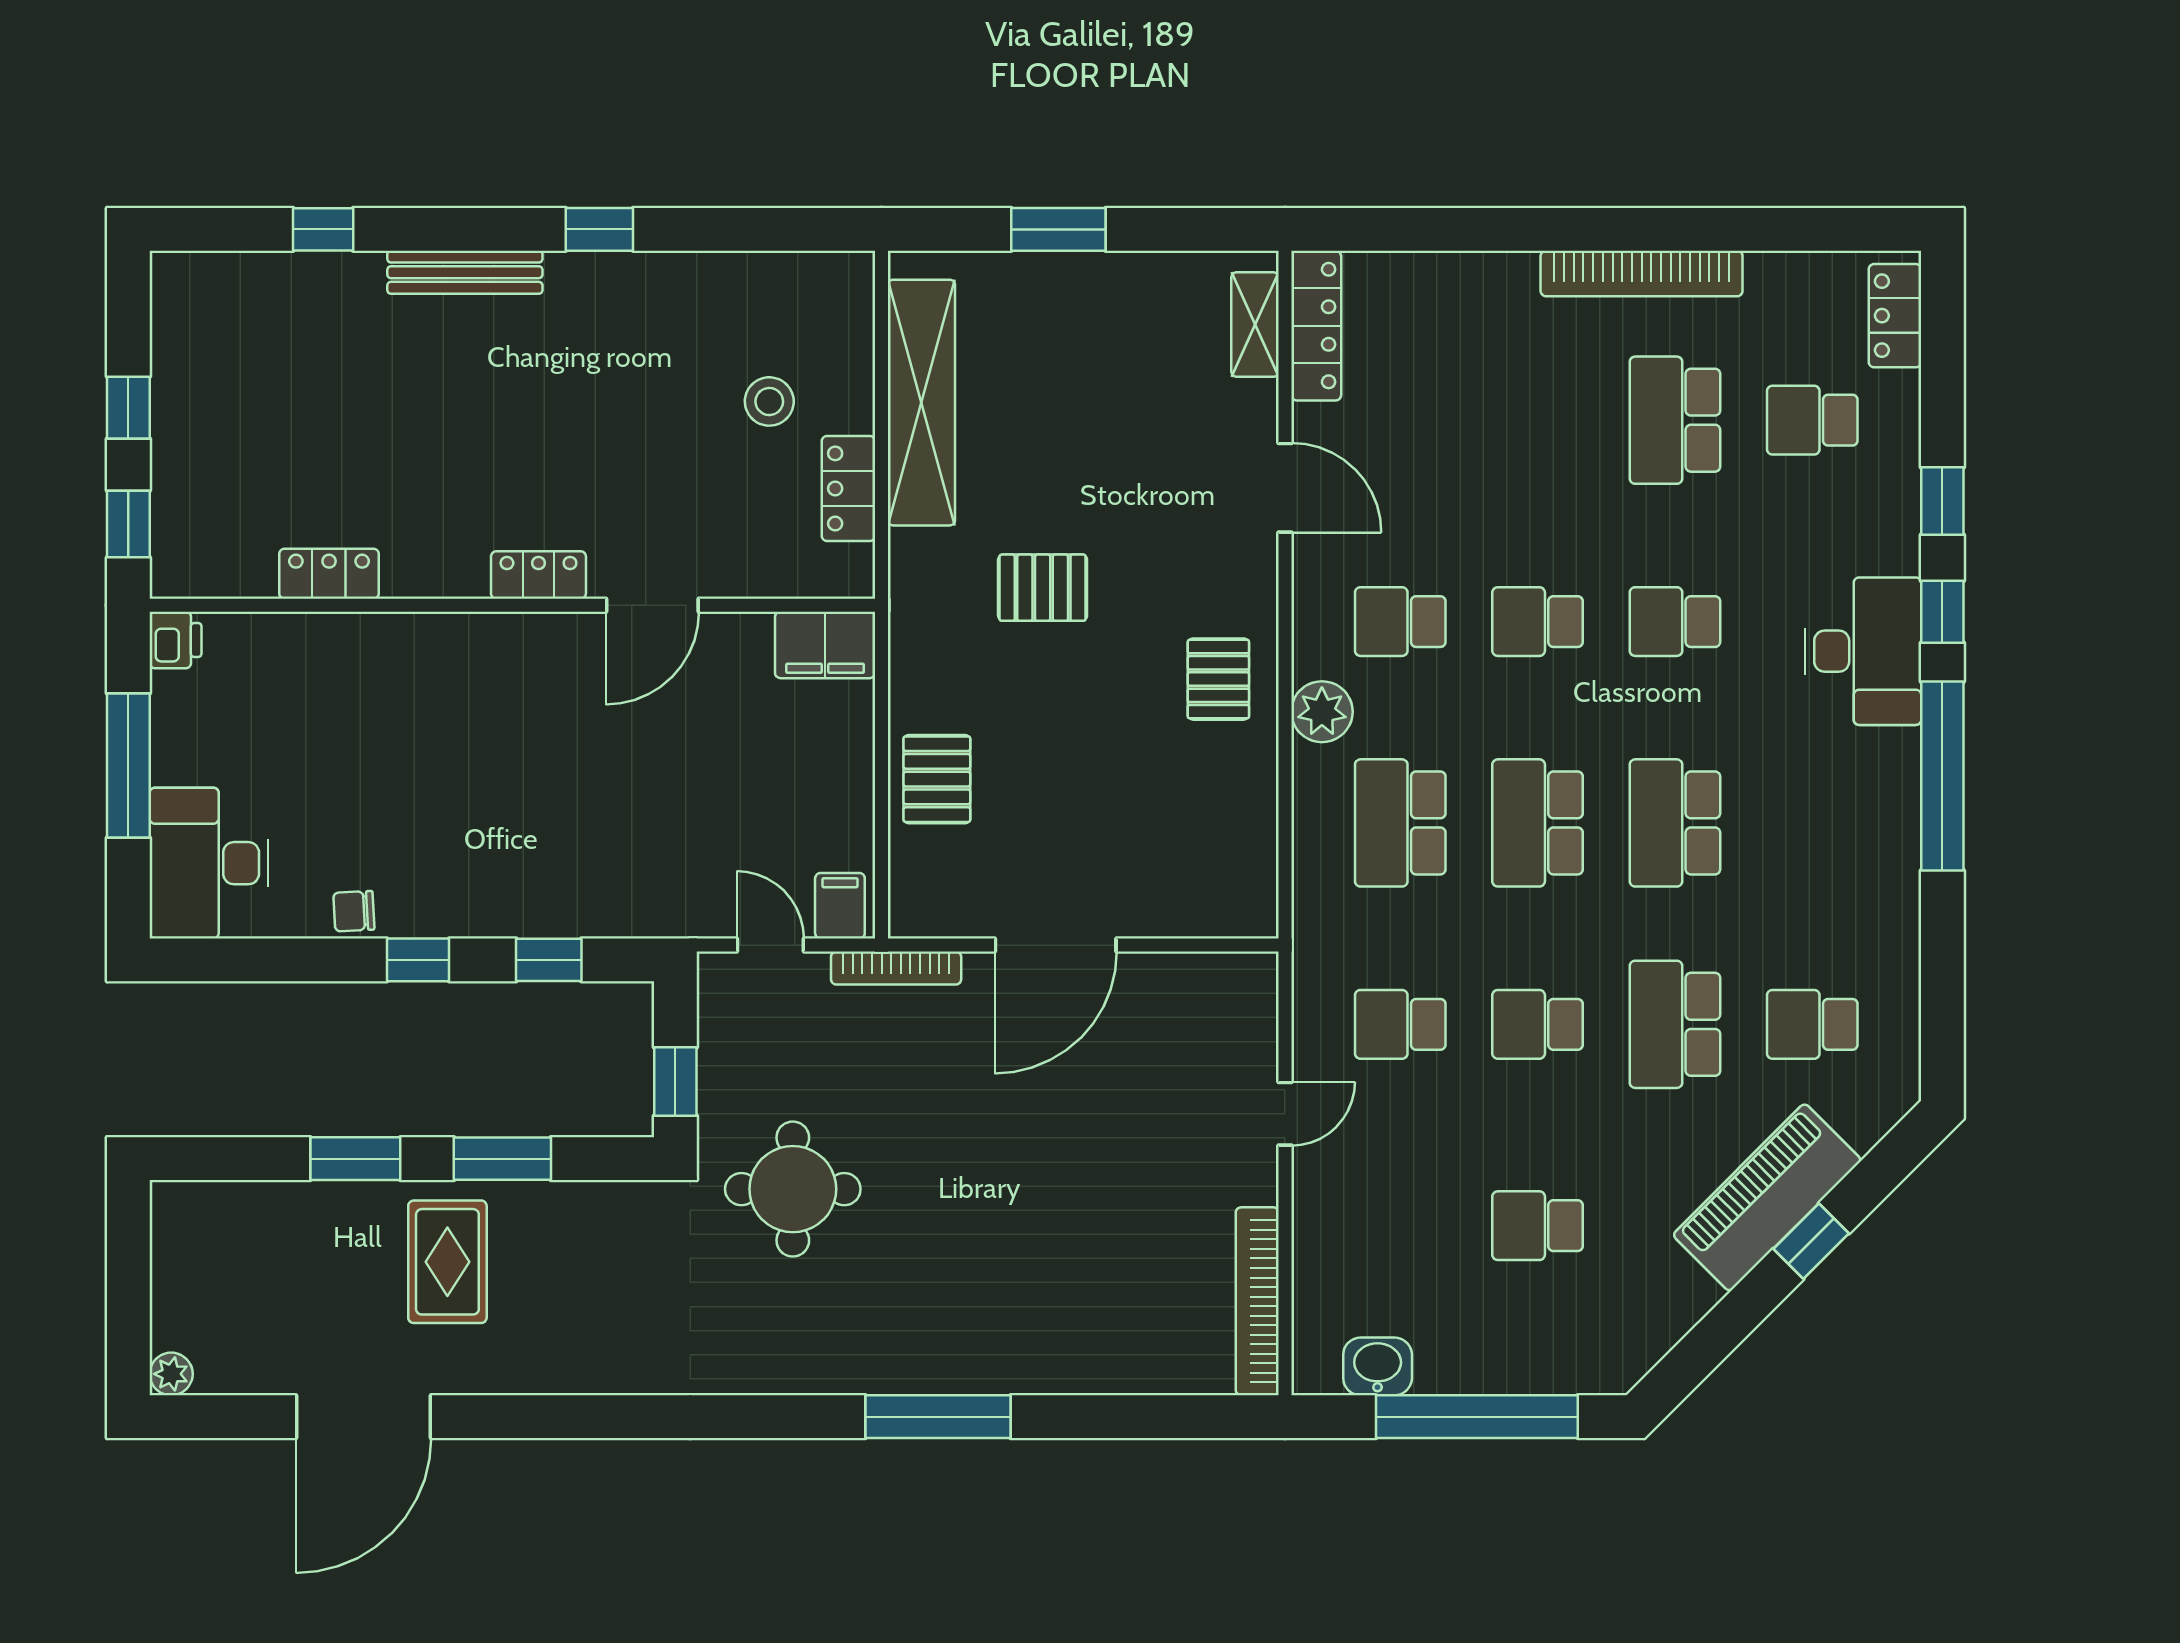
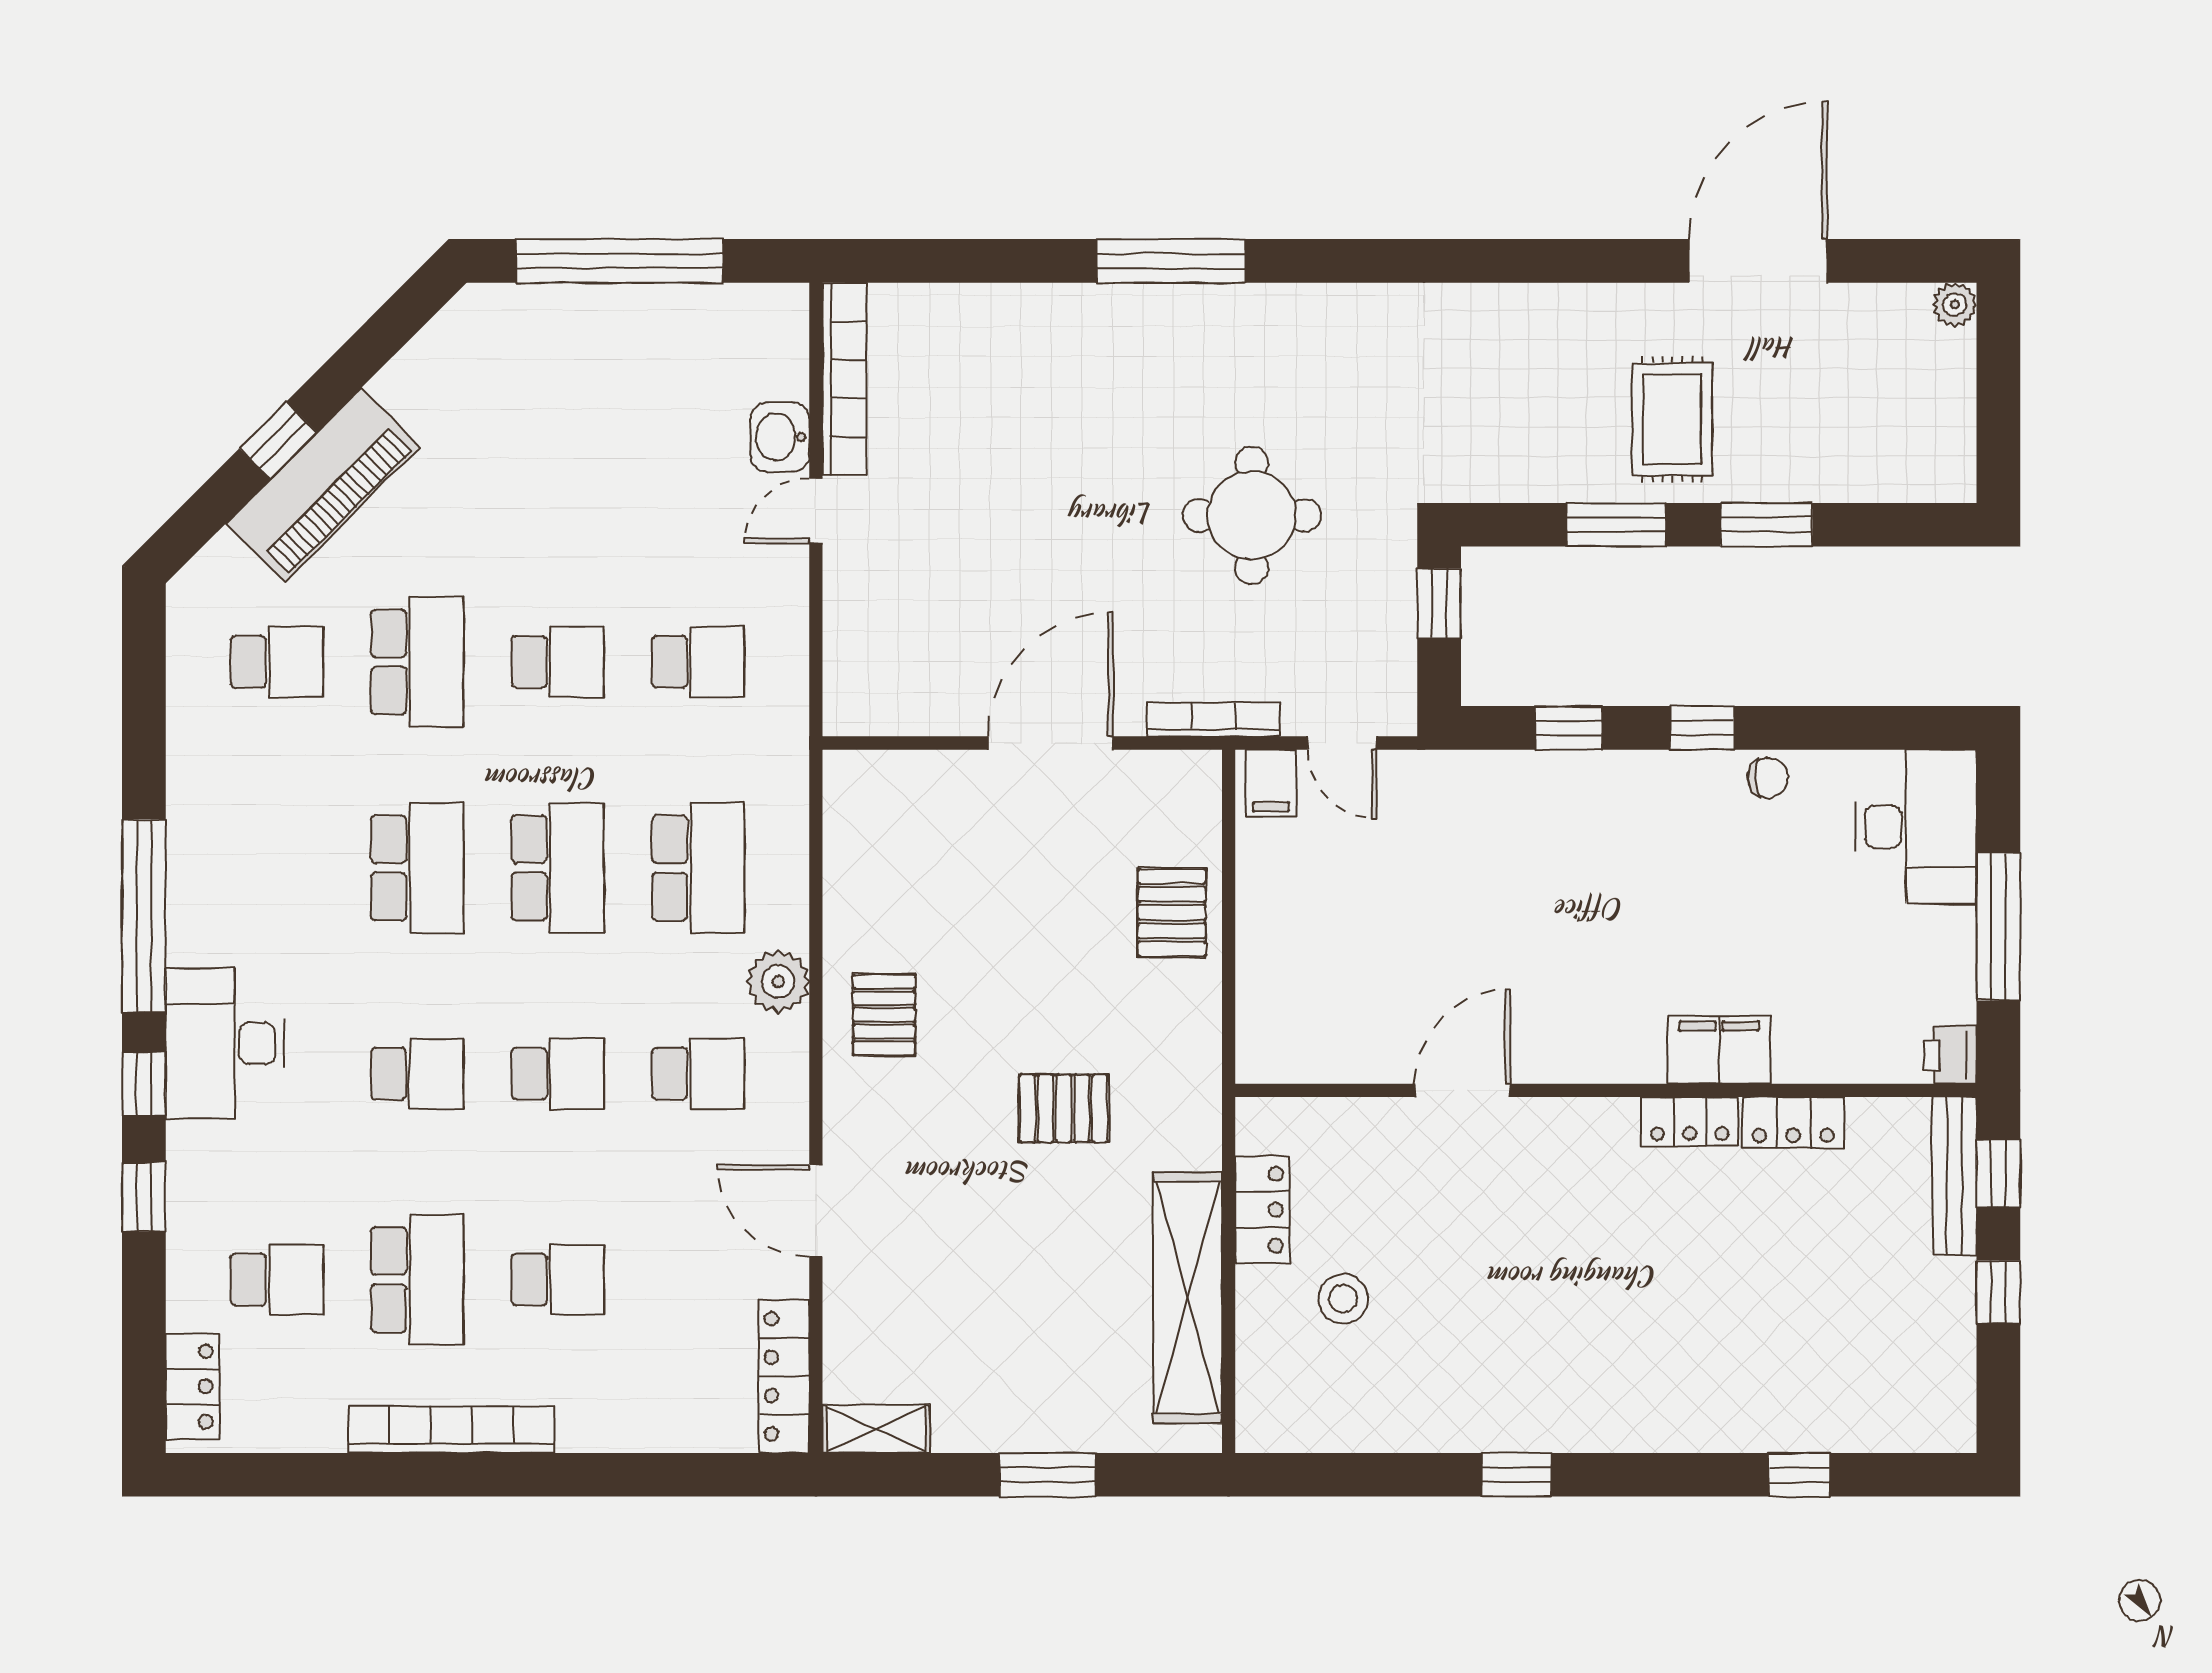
bench: (465, 272) -> (1954, 1176), moved, turned 90
shelving: (1255, 325) -> (876, 1429), moved, turned 90
locker: (538, 575) -> (1690, 1121), moved
filing cabinet: (825, 645) -> (1719, 1050), moved
door: (1285, 1114) -> (816, 511), moved
round table: (793, 1189) -> (1252, 515), moved
school desk: (1538, 1226) -> (558, 1280), moved
washbasin: (1378, 1366) -> (780, 437), moved, turned 90

